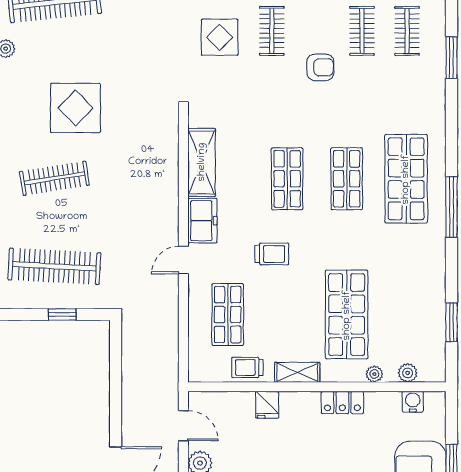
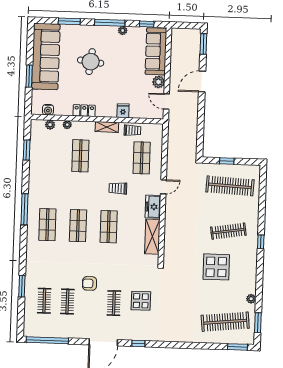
shop shelf: (406, 179) -> (47, 225), width x0.70, depth x0.74
shop shelf: (347, 315) -> (80, 156), width x0.70, depth x0.74

